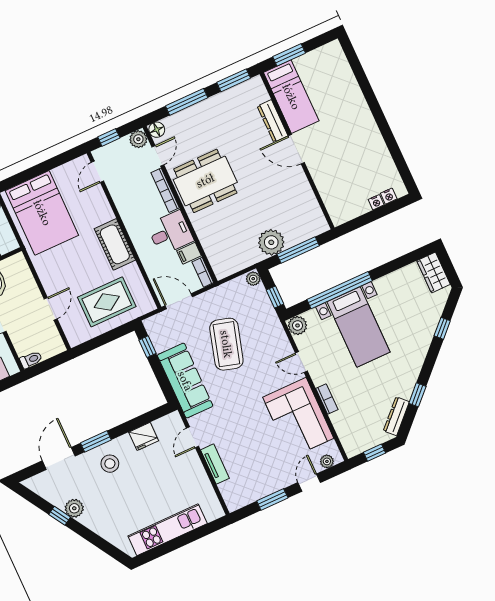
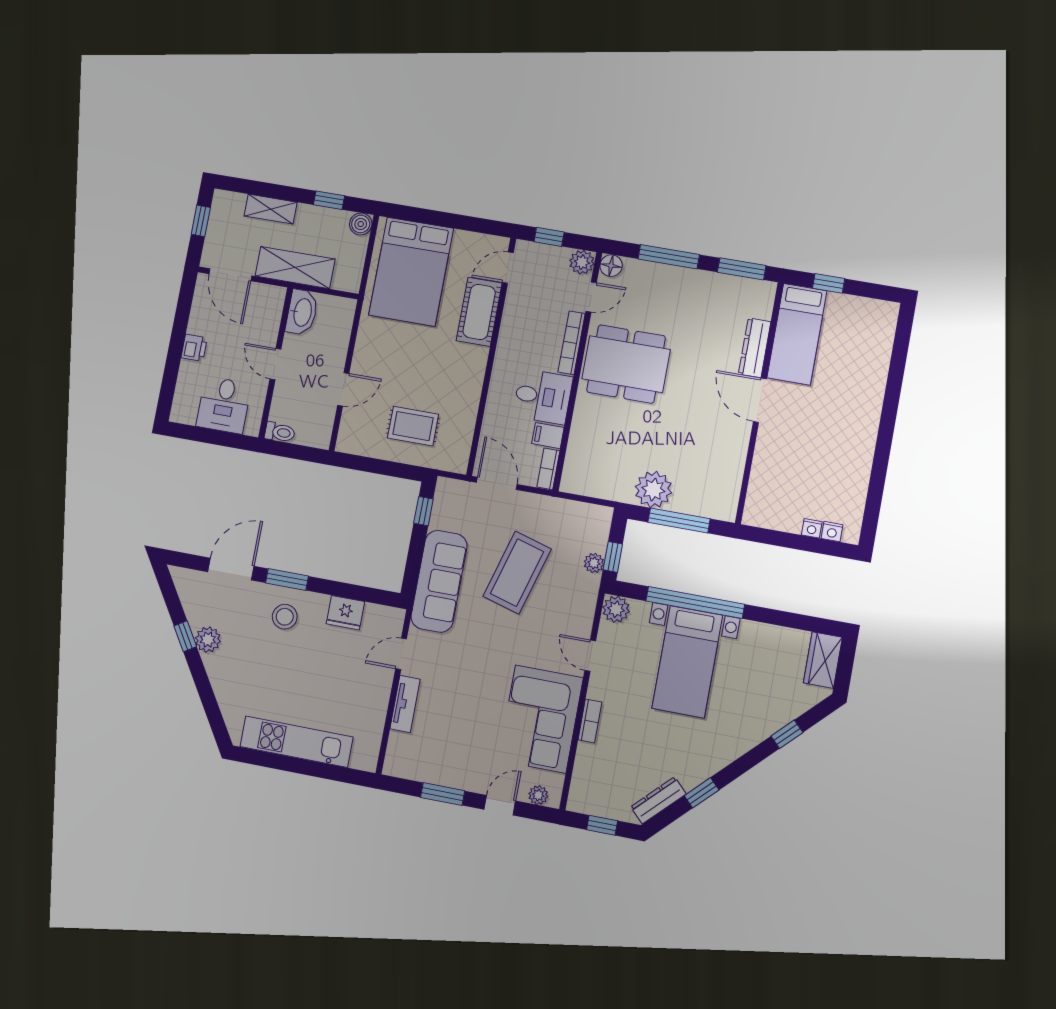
window: (289, 55) -> (829, 283), width x0.67
cot: (115, 244) -> (479, 312), moved
plant: (253, 279) -> (594, 563), moved
rug: (107, 302) -> (413, 426), width x0.73, depth x0.70

